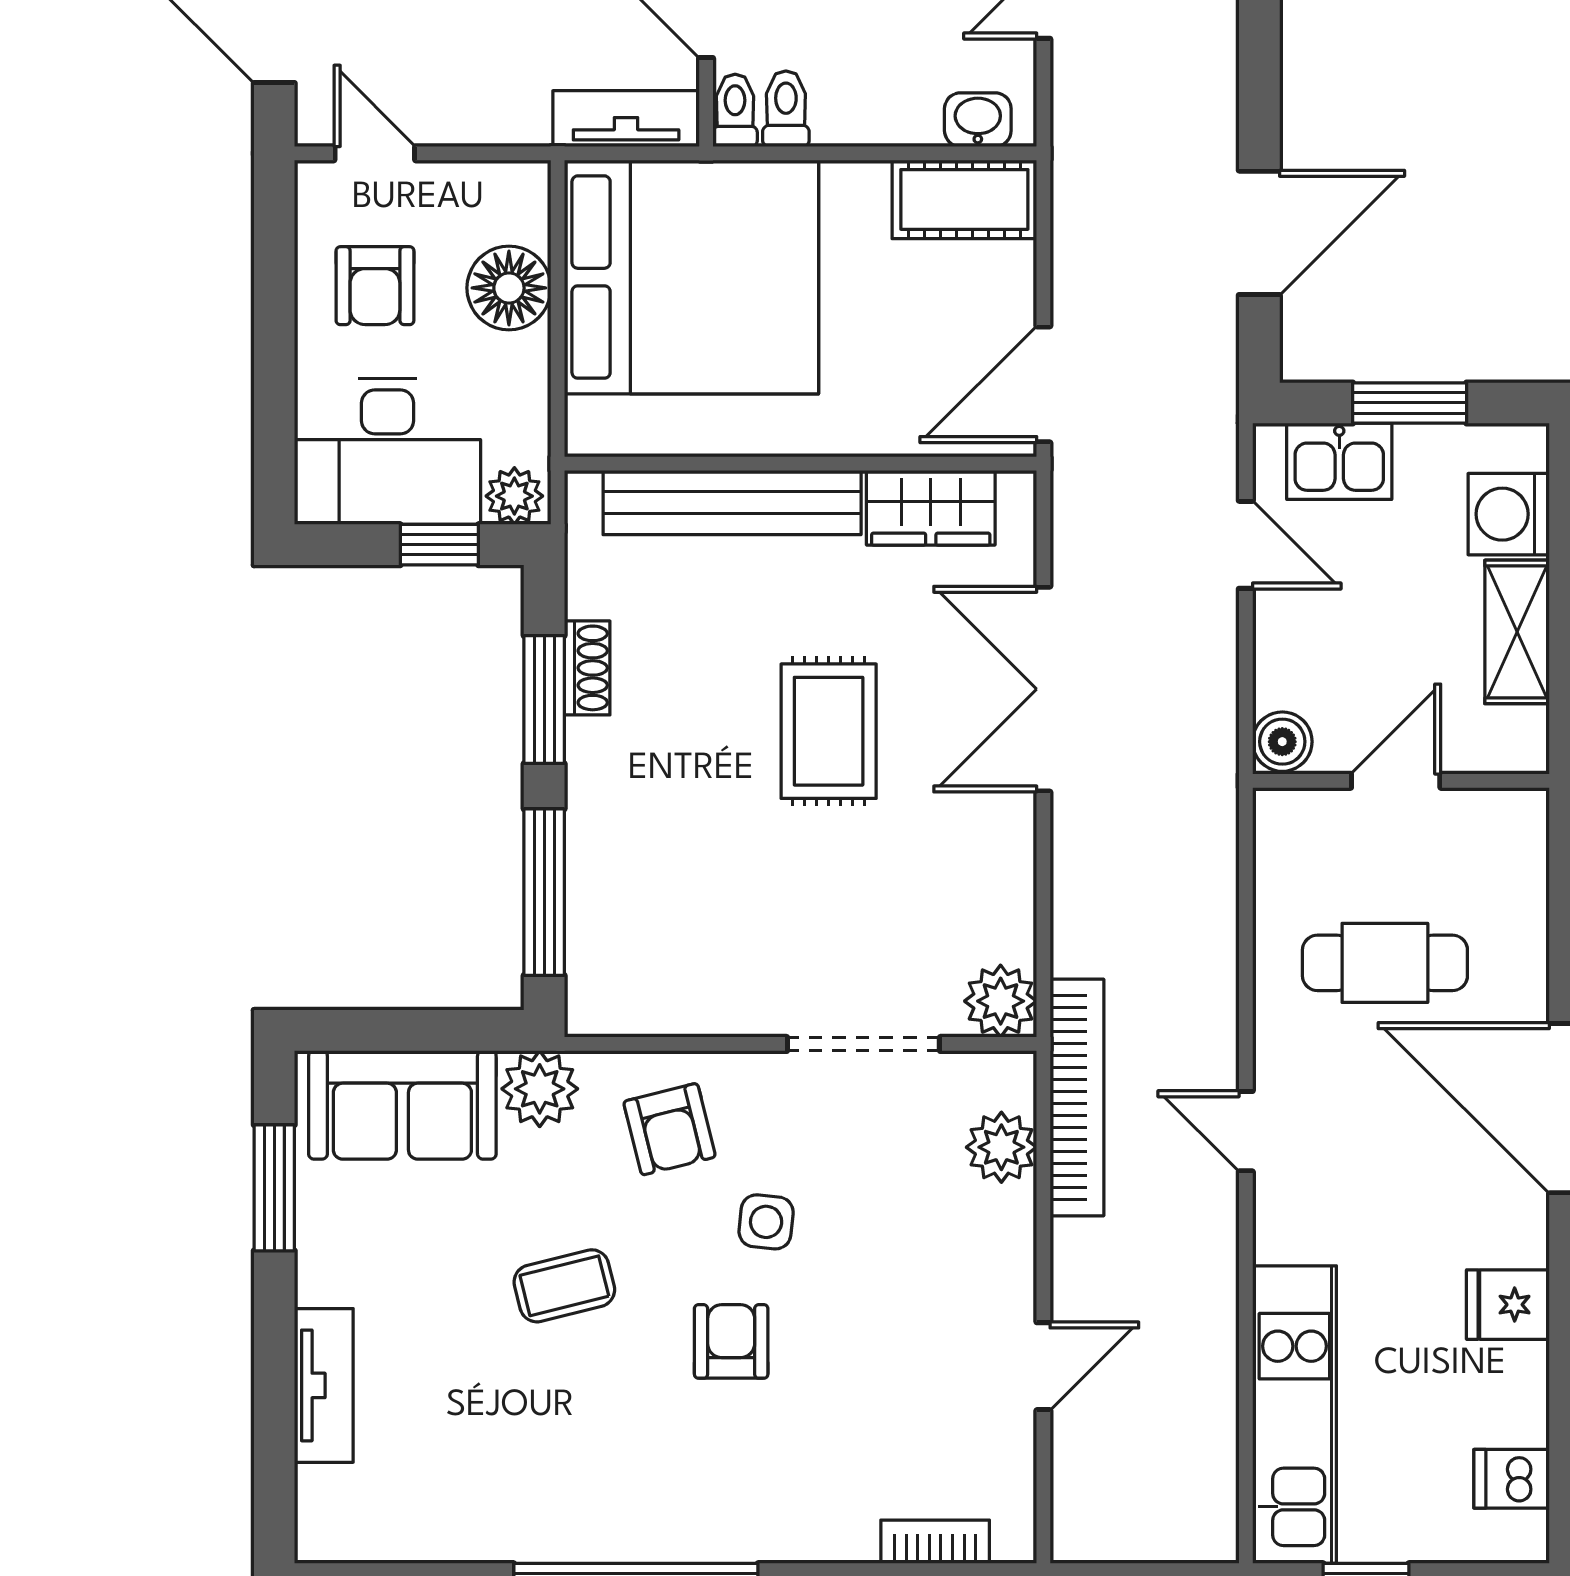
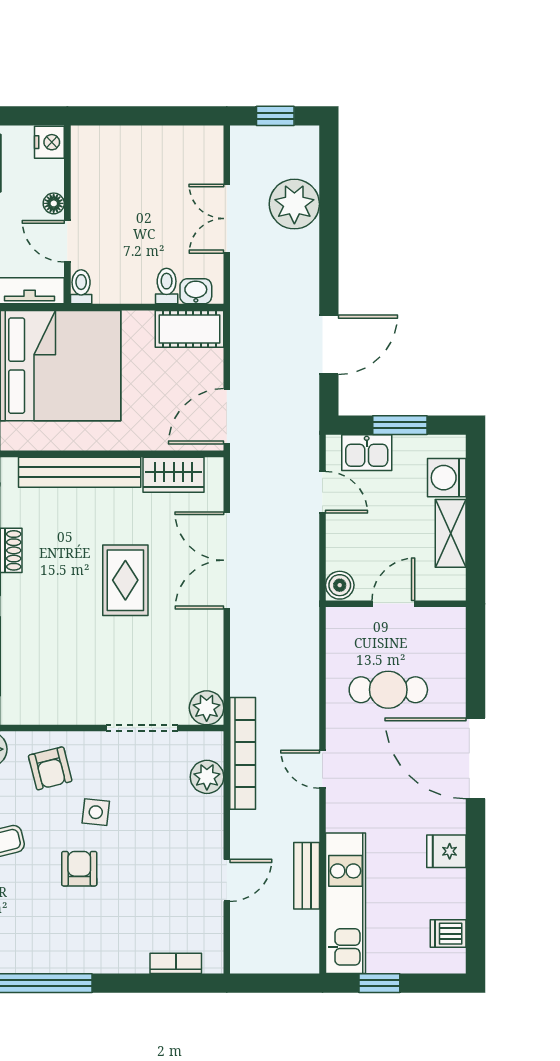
toilet: (786, 109) -> (167, 286), moved
bench: (1212, 1356) -> (307, 876), added

